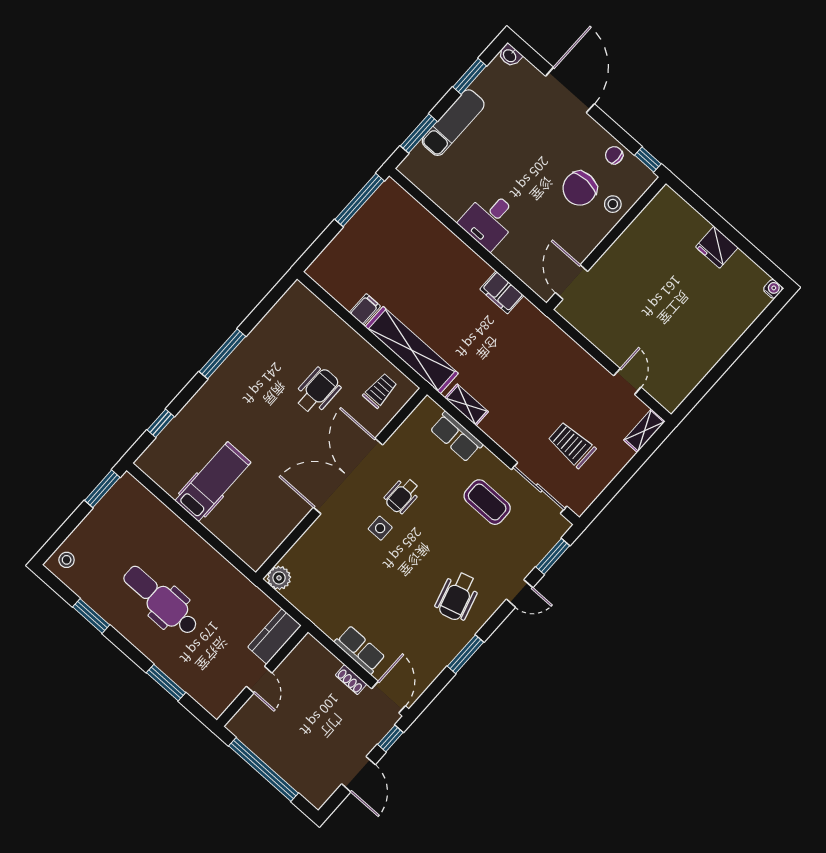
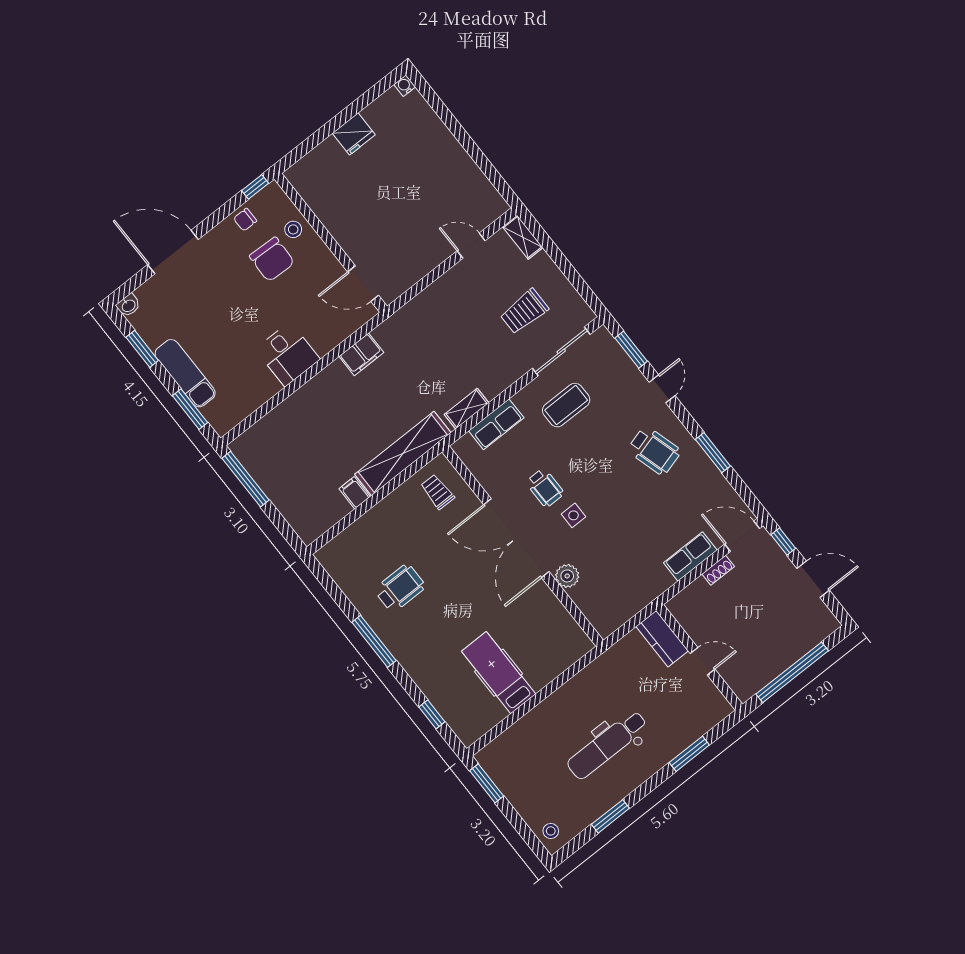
wheelchair: (317, 391) -> (400, 588), moved, turned 90
plant: (279, 578) -> (567, 576), moved

